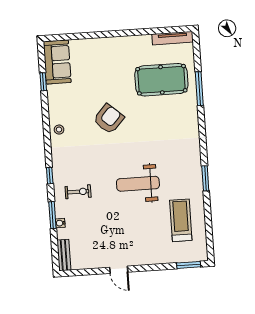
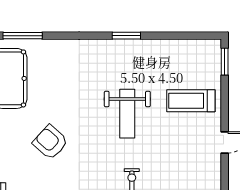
treadmill: (181, 220) -> (191, 101), moved

